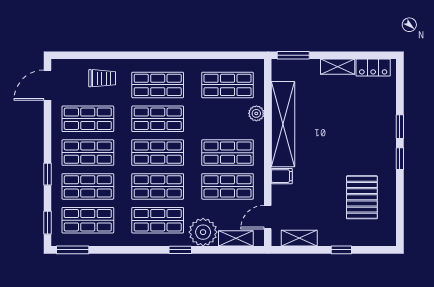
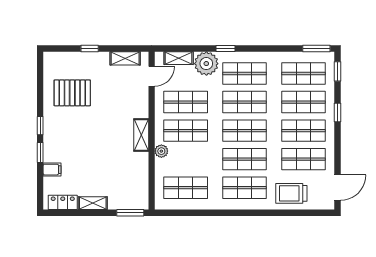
trolley: (102, 78) -> (291, 193), width x1.36, depth x1.39
plant: (256, 113) -> (161, 151), moved
shelving: (283, 124) -> (141, 135), width x0.45, depth x0.75
filing cabinet: (282, 176) -> (52, 170), moved, turned 180
pallet: (362, 197) -> (72, 93), turned 90

